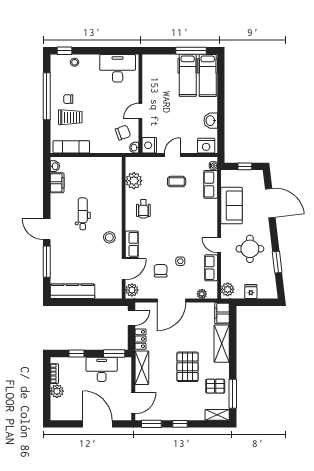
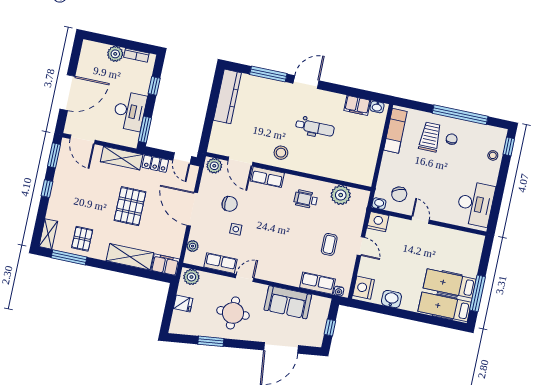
trolley: (70, 117) -> (430, 137), turned 180
pallet: (187, 367) -> (130, 206), moved, turned 90

